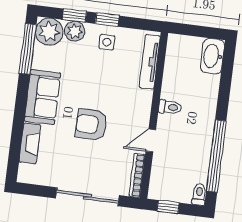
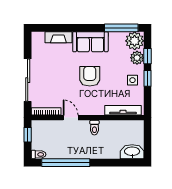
armchair: (91, 125) -> (90, 76), moved

